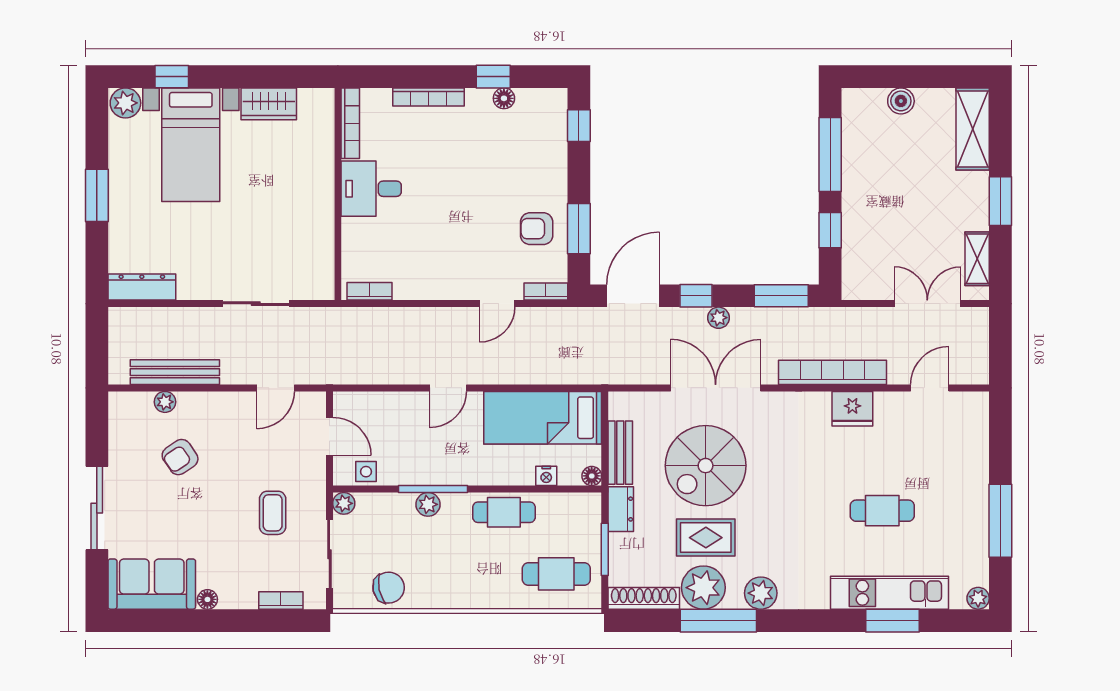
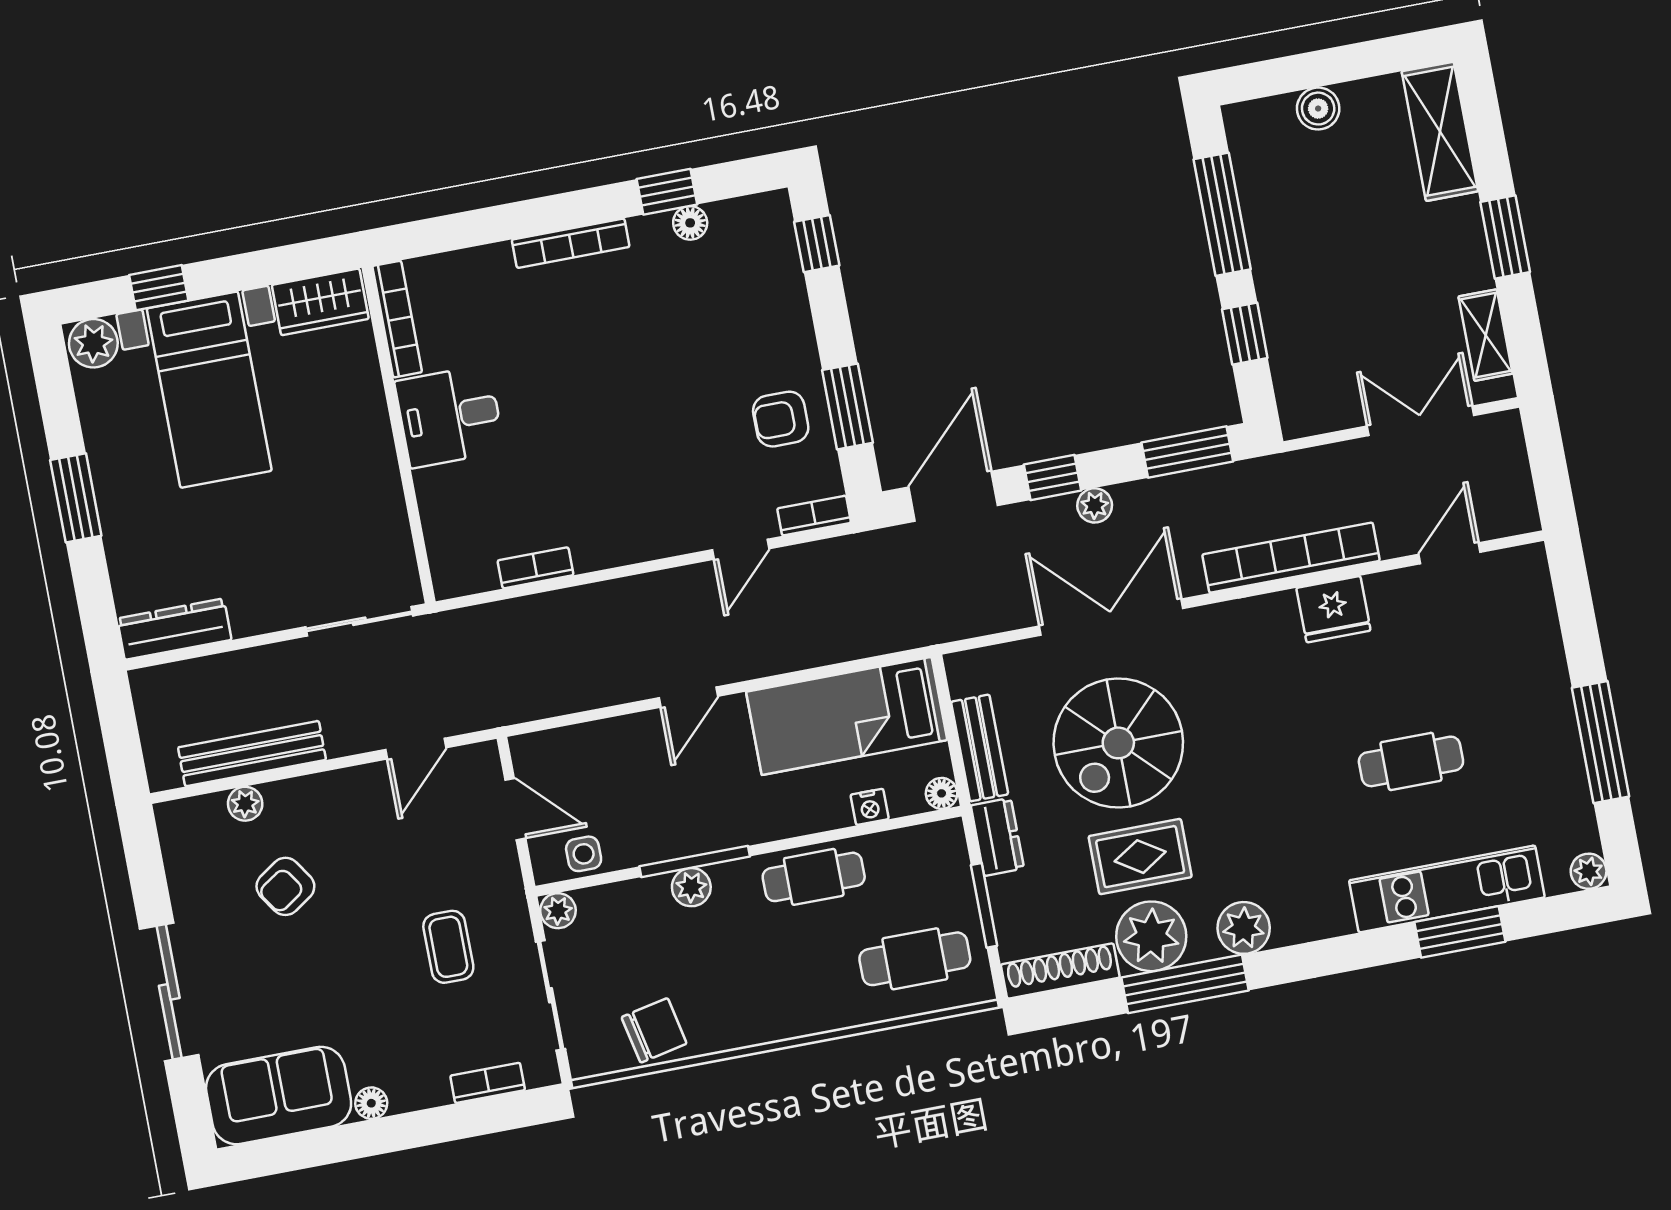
bookcase: (350, 123) -> (397, 319), moved
desk: (371, 189) -> (450, 416), moved
wall: (338, 194) -> (399, 435), moved

